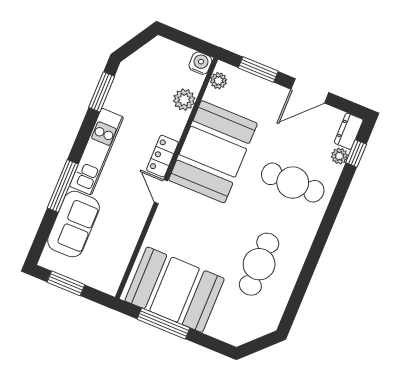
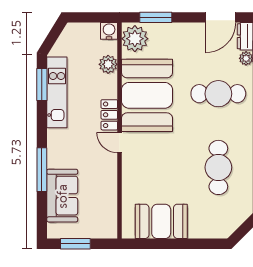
plant: (218, 81) -> (135, 39), width x1.88, depth x1.88
door: (310, 91) -> (220, 17), moved
kitchen unit: (96, 152) -> (57, 92), moved
booth: (175, 290) -> (161, 221), width x0.73, depth x0.70
window: (163, 324) -> (163, 244), removed

